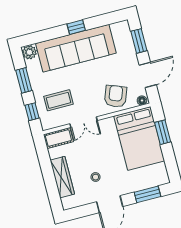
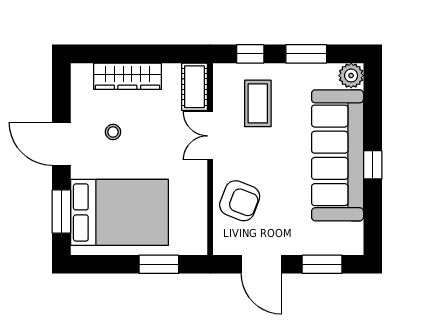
floor lamp: (142, 100) -> (221, 243), removed
bed: (139, 138) -> (119, 212), moved, turned 180

